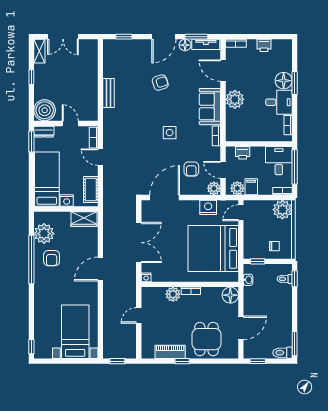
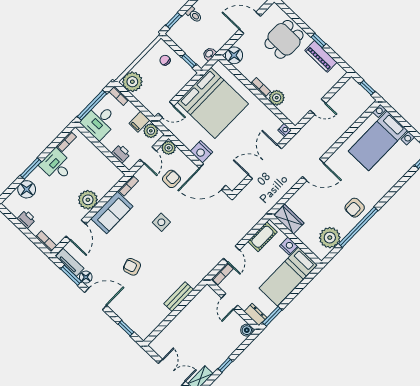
floor lamp: (284, 81) -> (27, 189), moved
boiler: (45, 110) -> (247, 330), width x0.54, depth x0.54
nightstand: (208, 207) -> (201, 152), moved
armchair: (52, 258) -> (355, 208), moved, turned 180
toilet: (285, 279) -> (194, 15), moved

